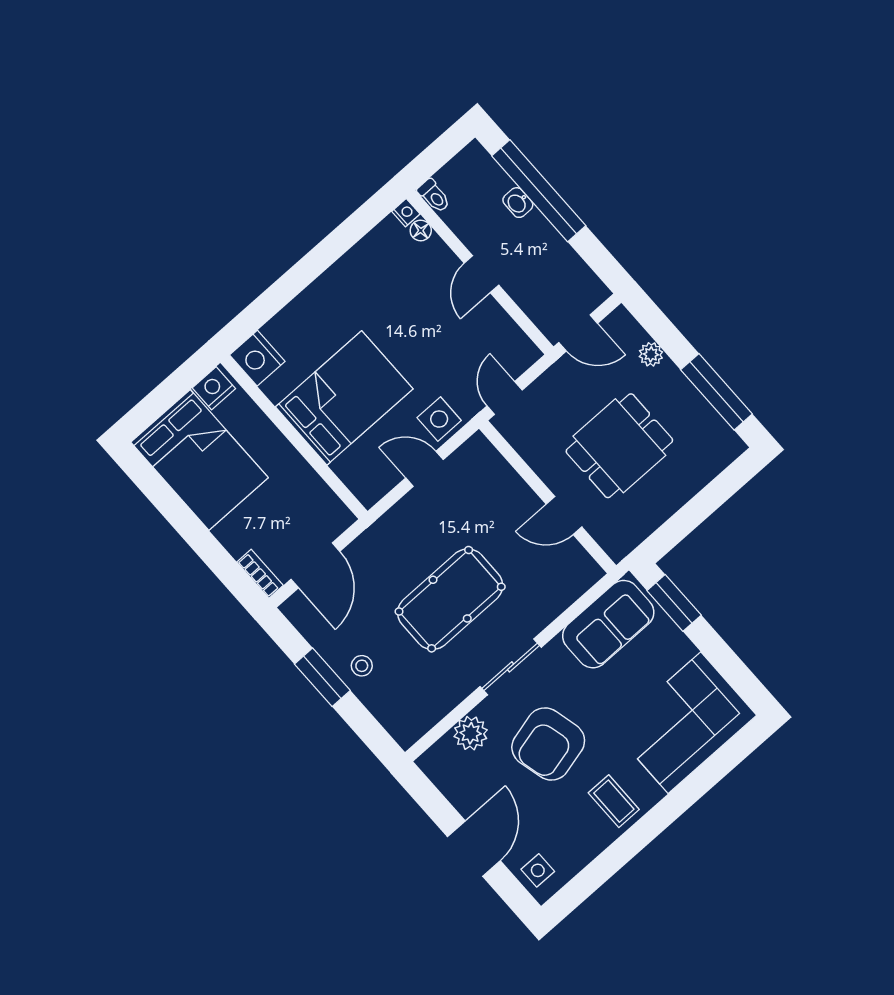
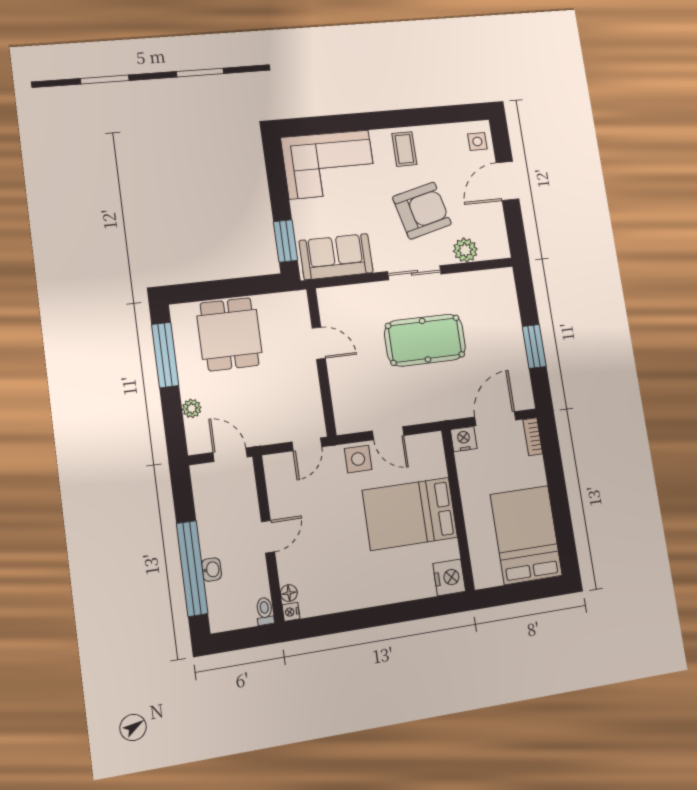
nightstand: (214, 388) -> (464, 439), moved, turned 180
dining table: (619, 446) -> (230, 334), moved, turned 90
stool: (362, 666) -> (506, 337), removed

